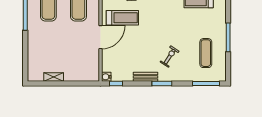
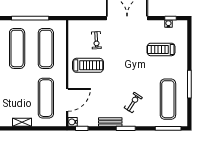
door: (101, 37) -> (67, 100), moved
exercise mat: (78, 52) -> (46, 98), added
exercise mat: (206, 53) -> (168, 99), width x1.36, depth x1.45

